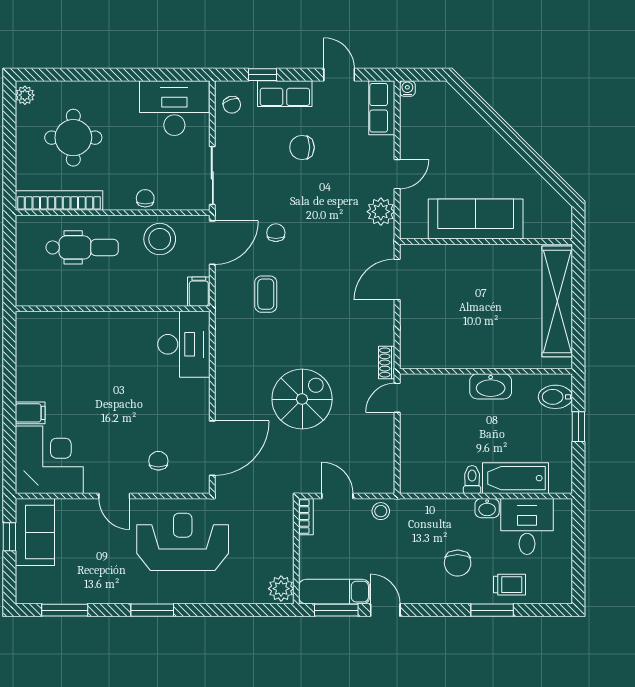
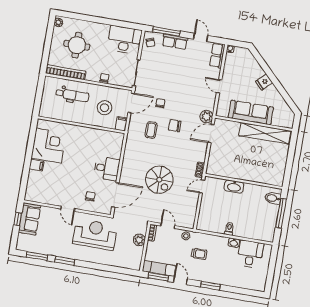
window: (262, 75) -> (166, 32), width x2.17
chair: (302, 147) -> (175, 126), moved
fridge: (493, 148) -> (264, 82), added
door: (397, 174) -> (219, 86), swing flipped
plant: (381, 212) -> (206, 117), moved
stool: (160, 239) -> (105, 108), moved
shelving: (557, 301) -> (265, 133), moved, turned 90
desk: (184, 344) -> (107, 168), moved, width x0.73
washbasin: (491, 386) -> (234, 187), moved
spiral stairs: (302, 399) -> (159, 180), turned 90
window: (578, 427) -> (281, 213), width x2.17
corner desk: (49, 460) -> (49, 146), moved
bathtub: (516, 478) -> (249, 231), removed
chair: (458, 563) -> (216, 265), removed
trolley: (509, 585) -> (199, 254), moved
plant: (281, 589) -> (139, 240), moved
window: (152, 610) -> (65, 261), moved
window: (492, 610) -> (210, 286), moved

